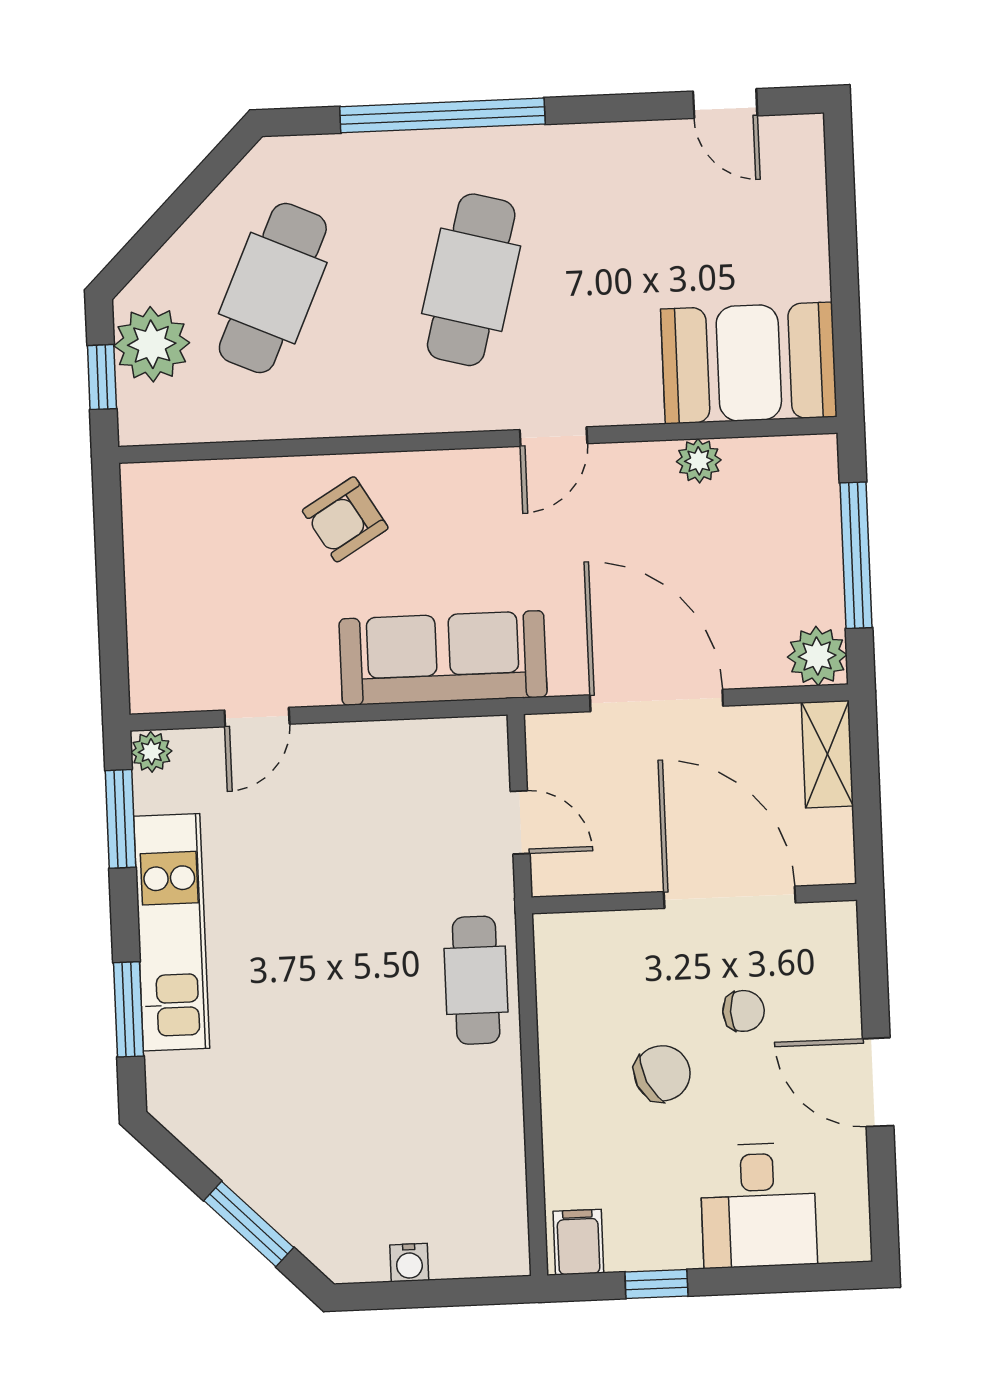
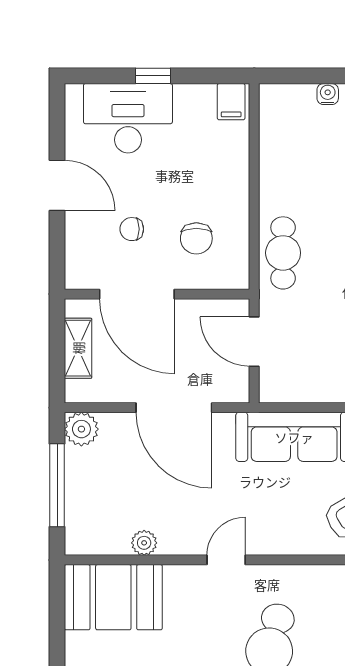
shelving: (827, 754) -> (78, 348), moved
door: (520, 822) -> (254, 342), width x1.38
chair: (662, 1073) -> (196, 238), moved, turned -65
desk: (758, 1205) -> (128, 118), width x1.37
window: (656, 1284) -> (153, 76), moved

